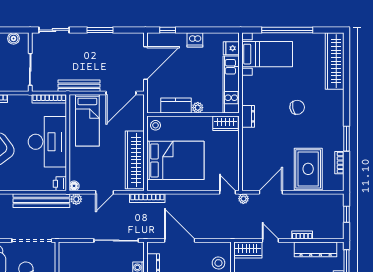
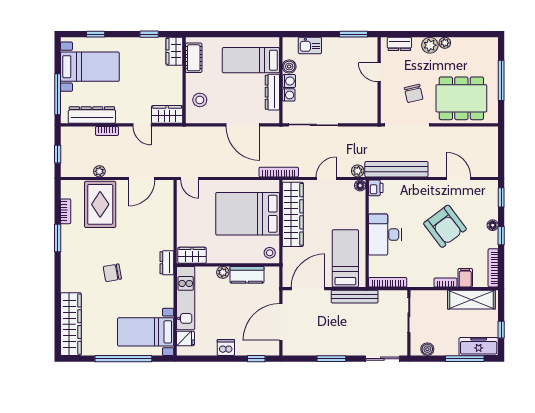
desk: (47, 142) -> (385, 235), width x0.73, depth x0.77
plant: (243, 199) -> (99, 171), moved

